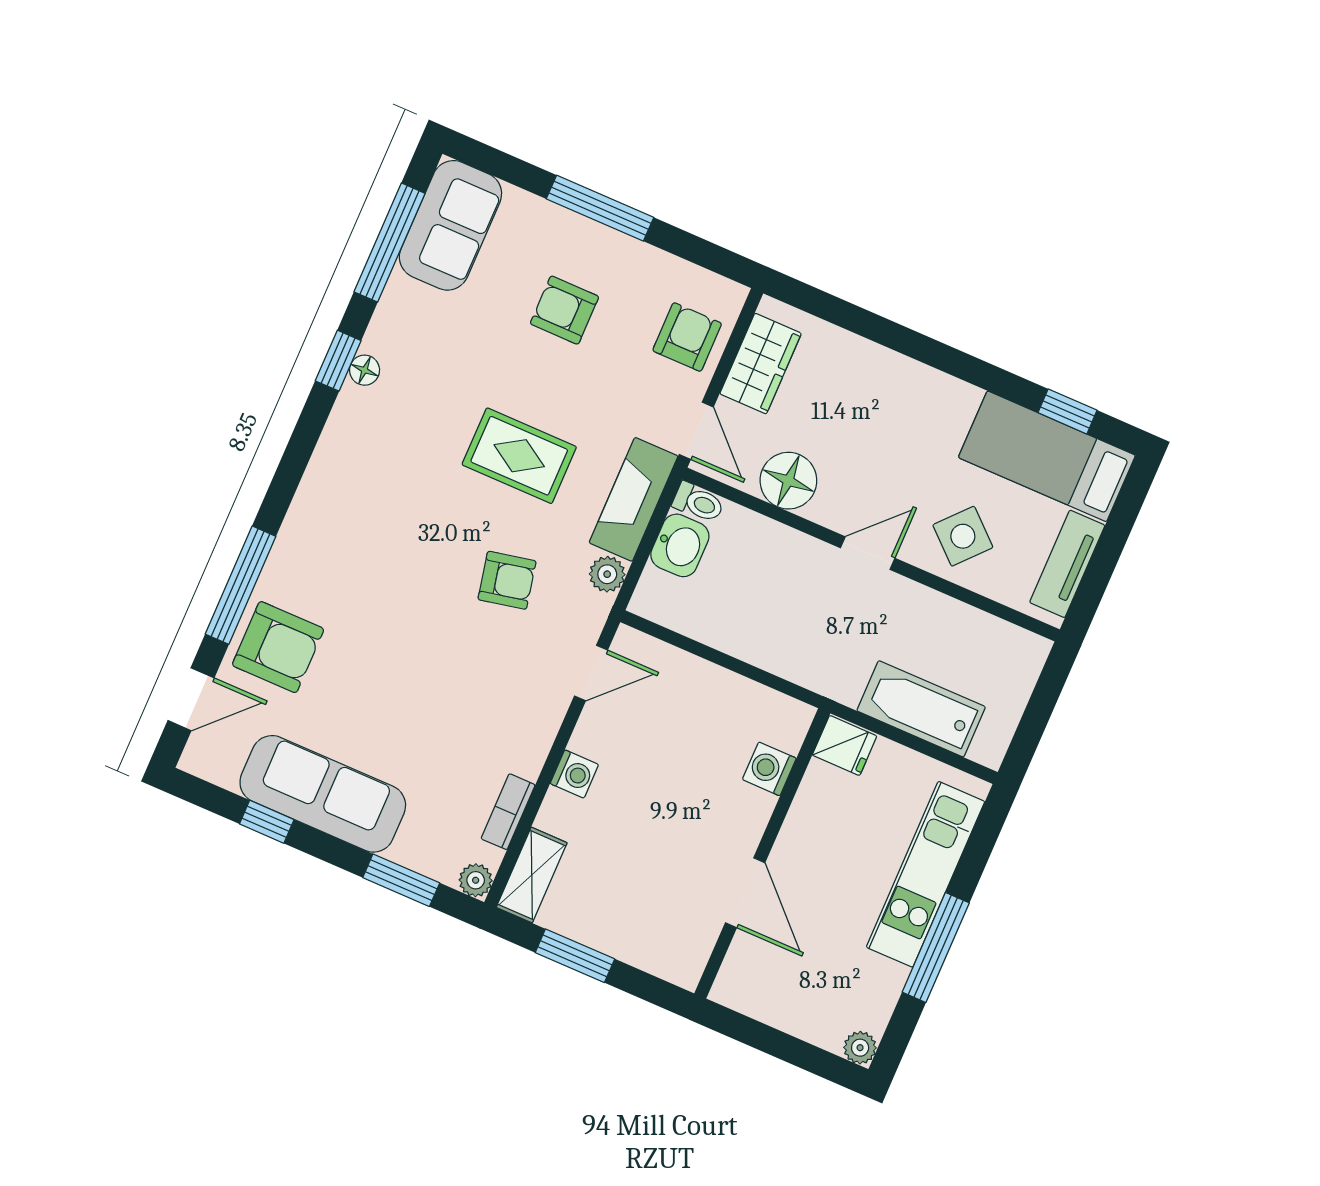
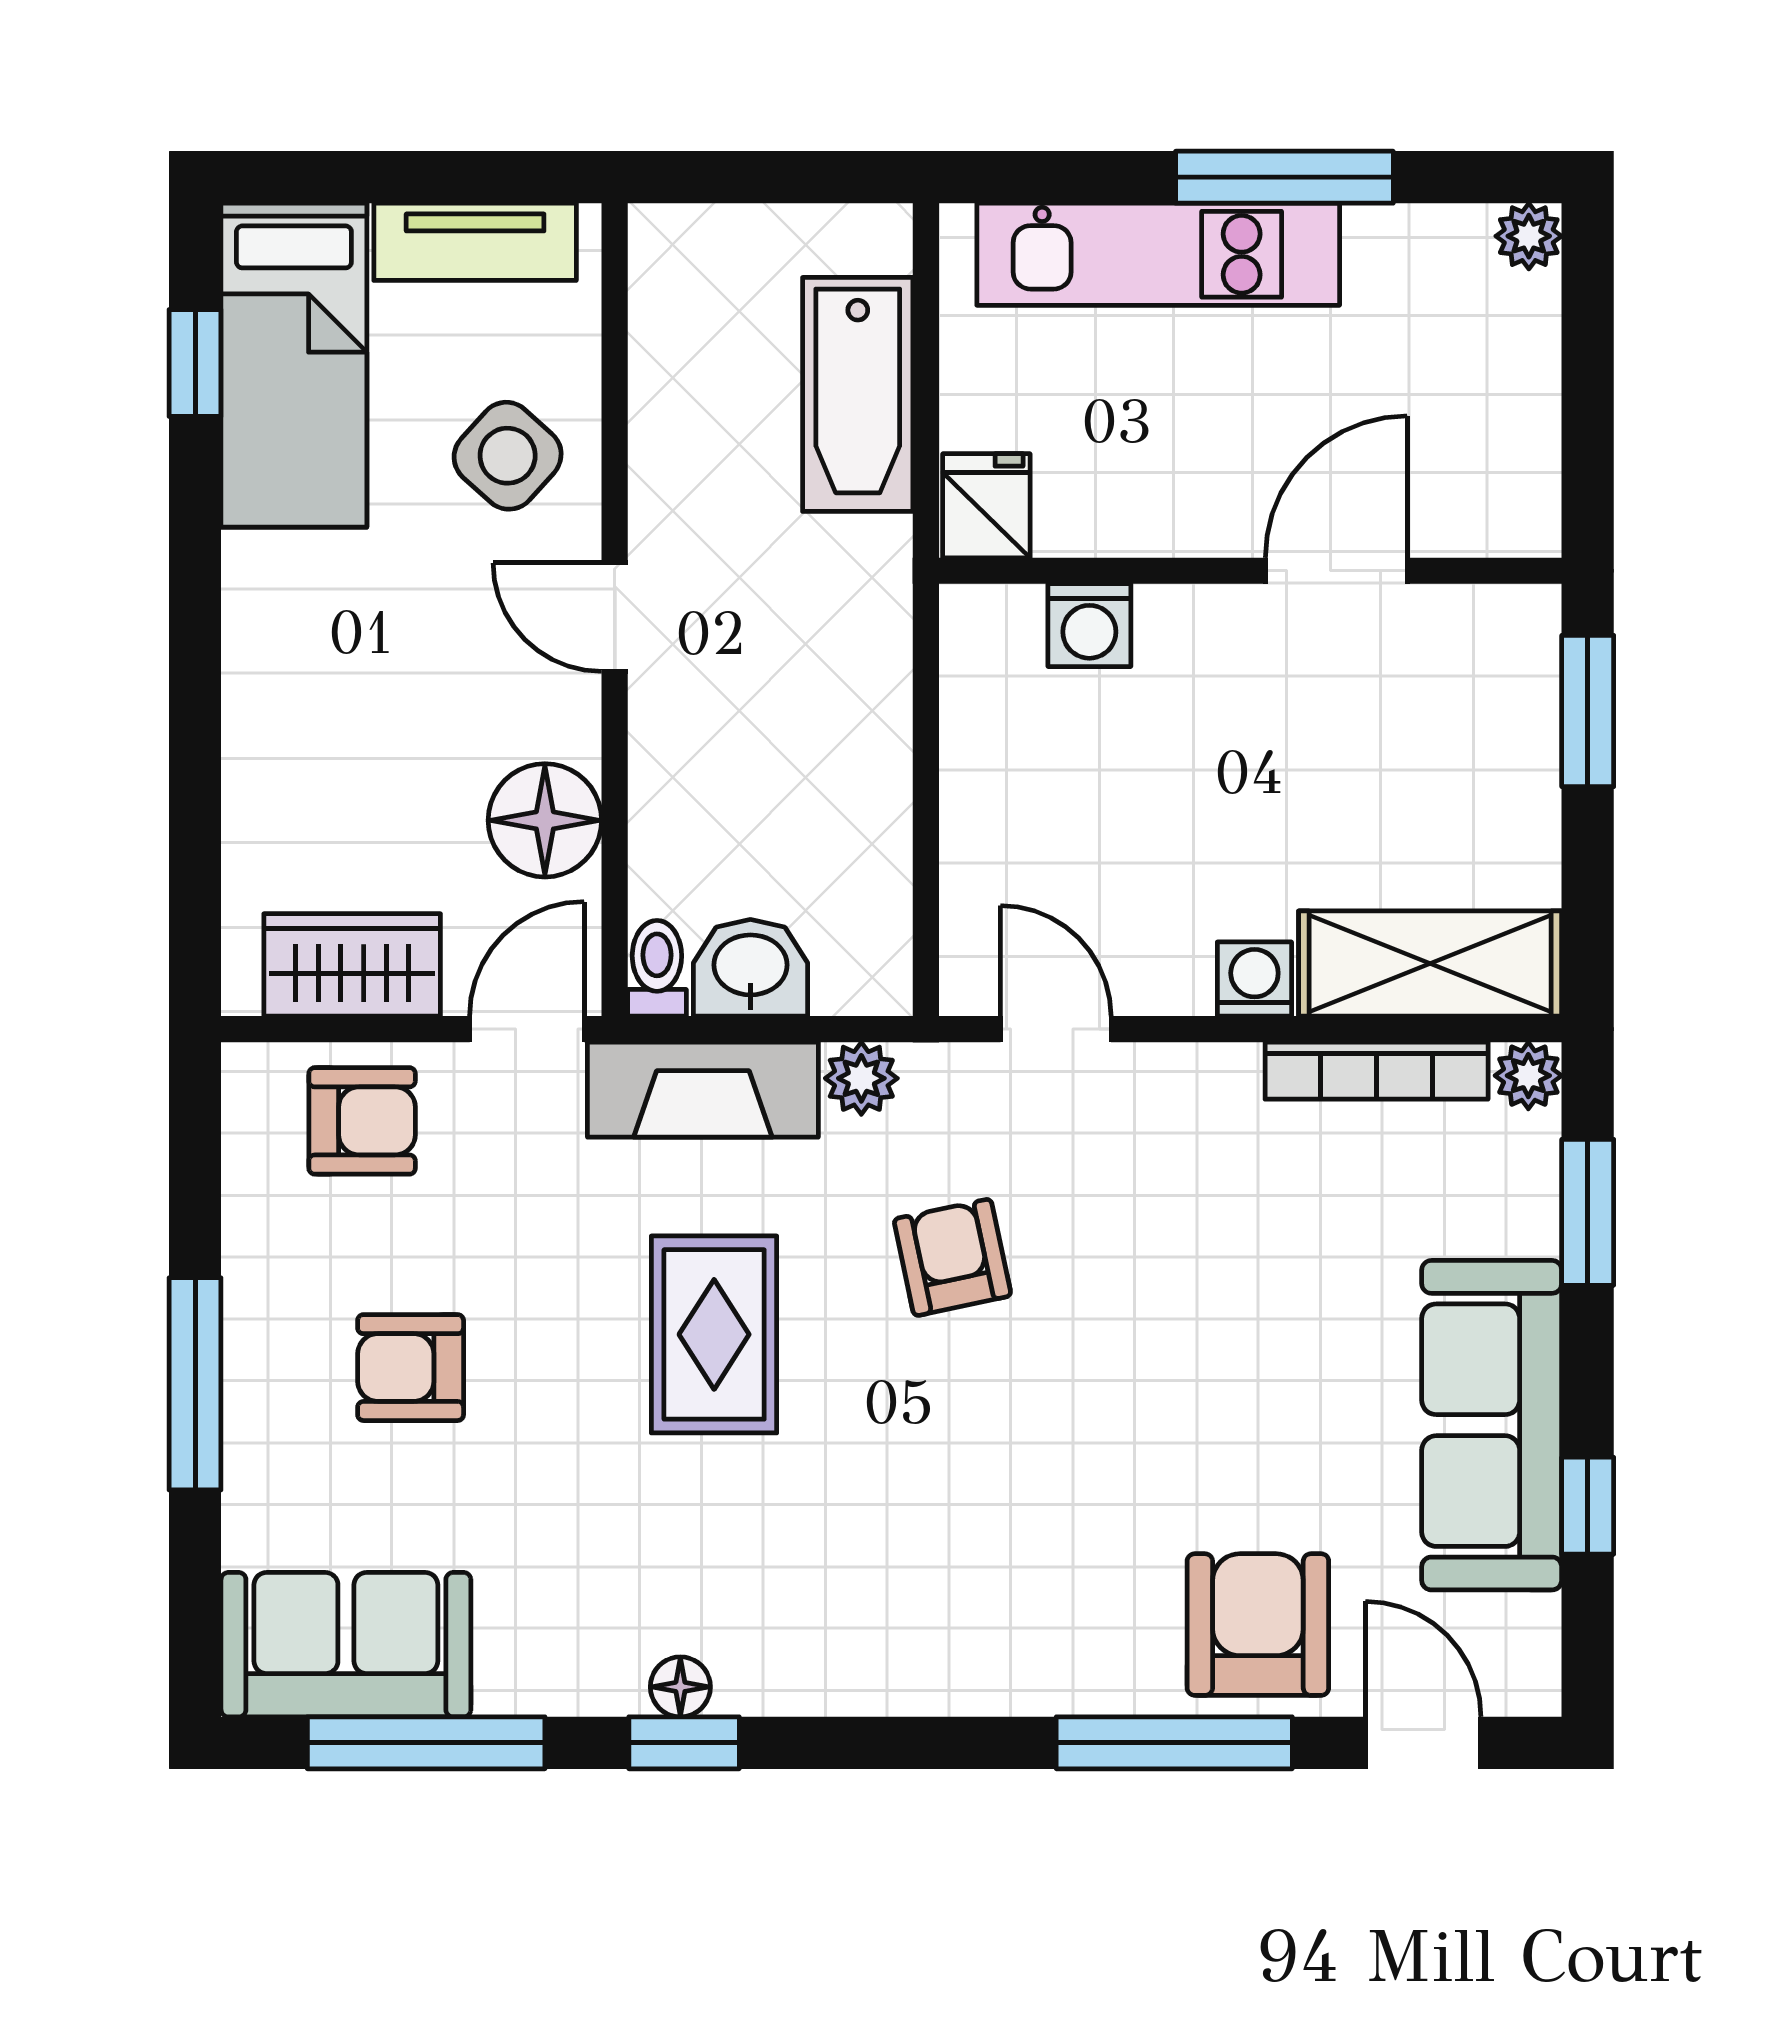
armchair: (564, 310) -> (411, 1368), turned 90
armchair: (687, 337) -> (362, 1121), turned 180
bookcase: (508, 812) -> (1377, 1071), width x1.56
shelving: (532, 875) -> (1430, 964), width x1.50, depth x1.33
window: (575, 956) -> (1588, 711), moved

